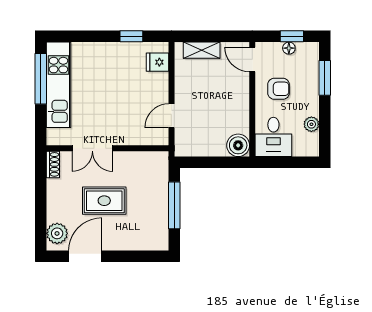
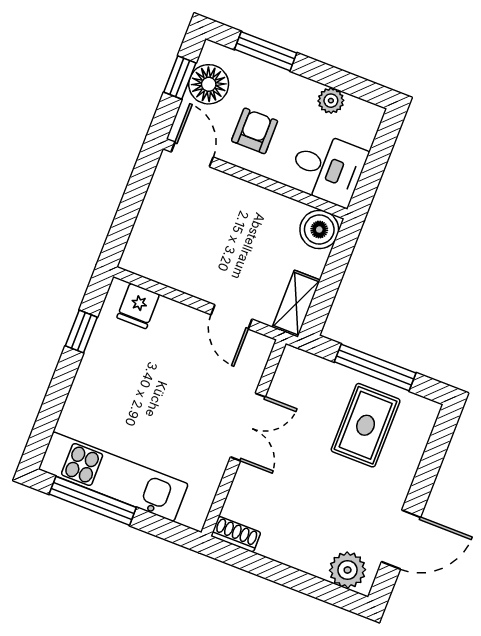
floor lamp: (289, 48) -> (209, 84), width x1.89, depth x1.89
shelving: (202, 50) -> (296, 304), moved
door: (252, 60) -> (192, 154), swing flipped
double door: (92, 148) -> (248, 427), moved
rug: (104, 201) -> (366, 425), moved
door: (85, 256) -> (401, 539), swing flipped

